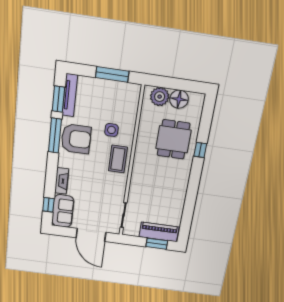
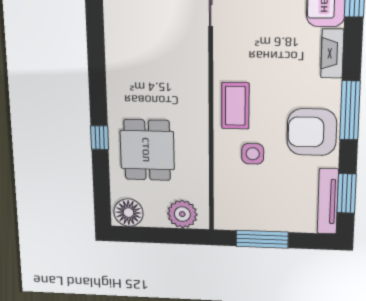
floor lamp: (179, 99) -> (129, 213), moved
window: (55, 136) -> (350, 110), moved

